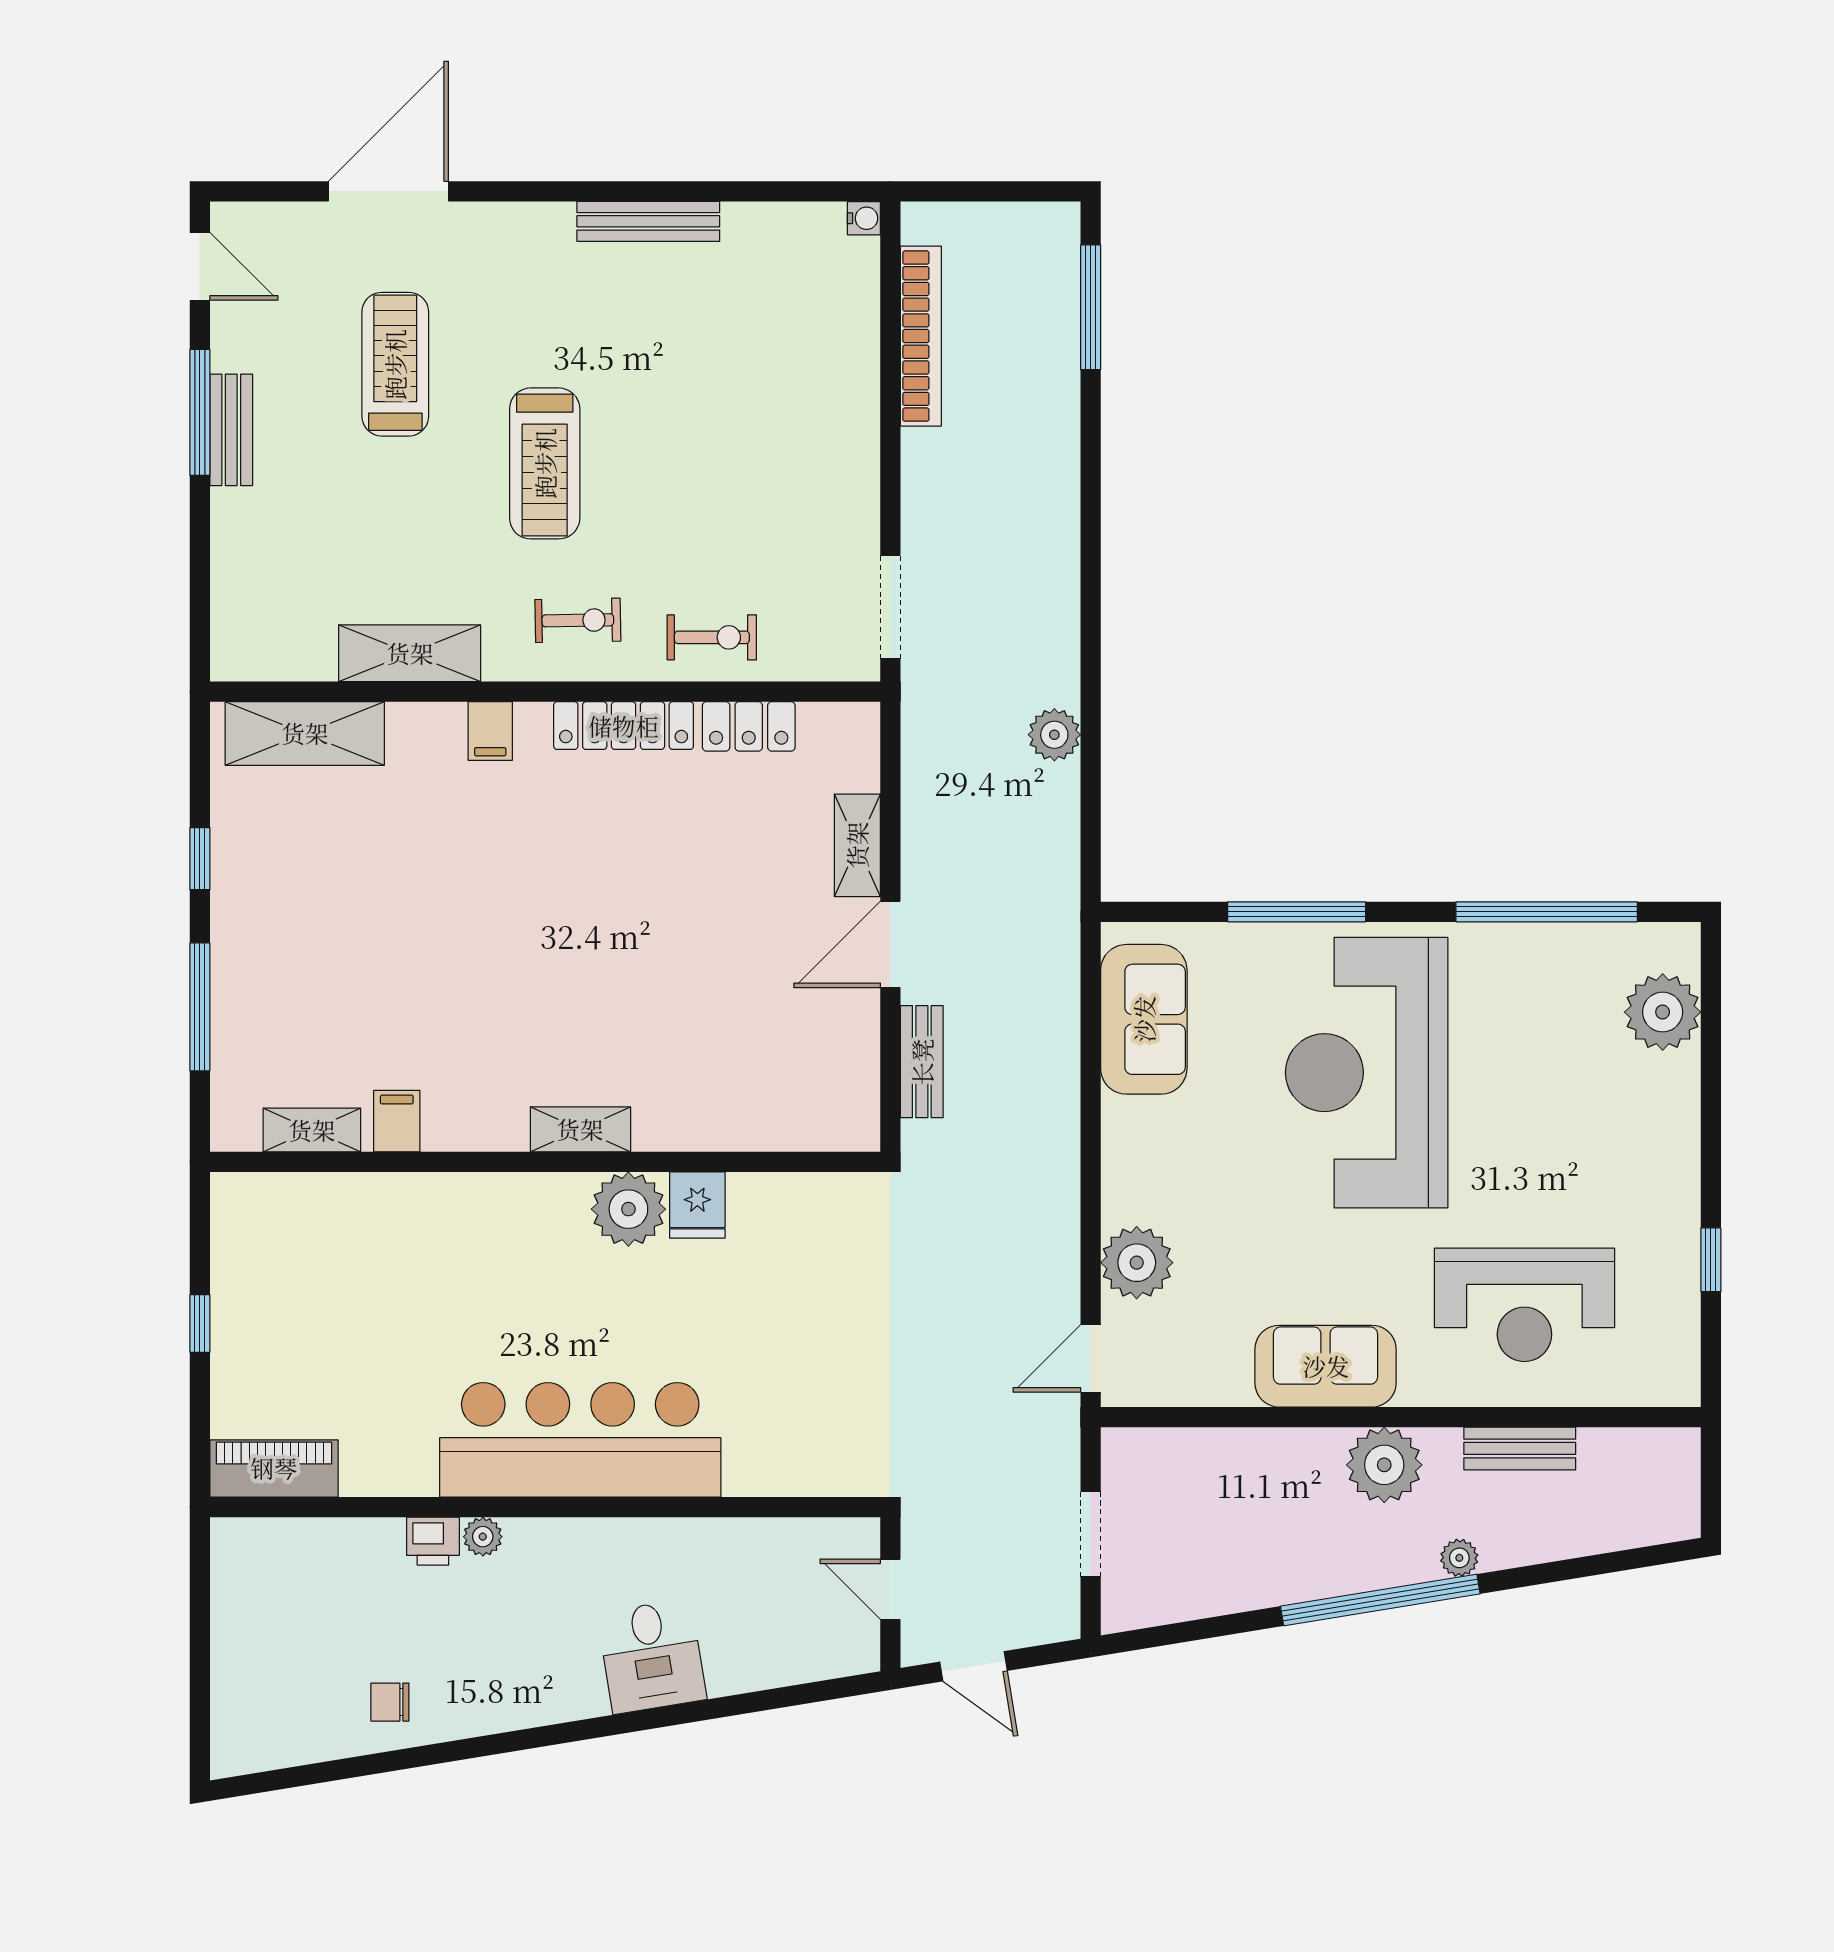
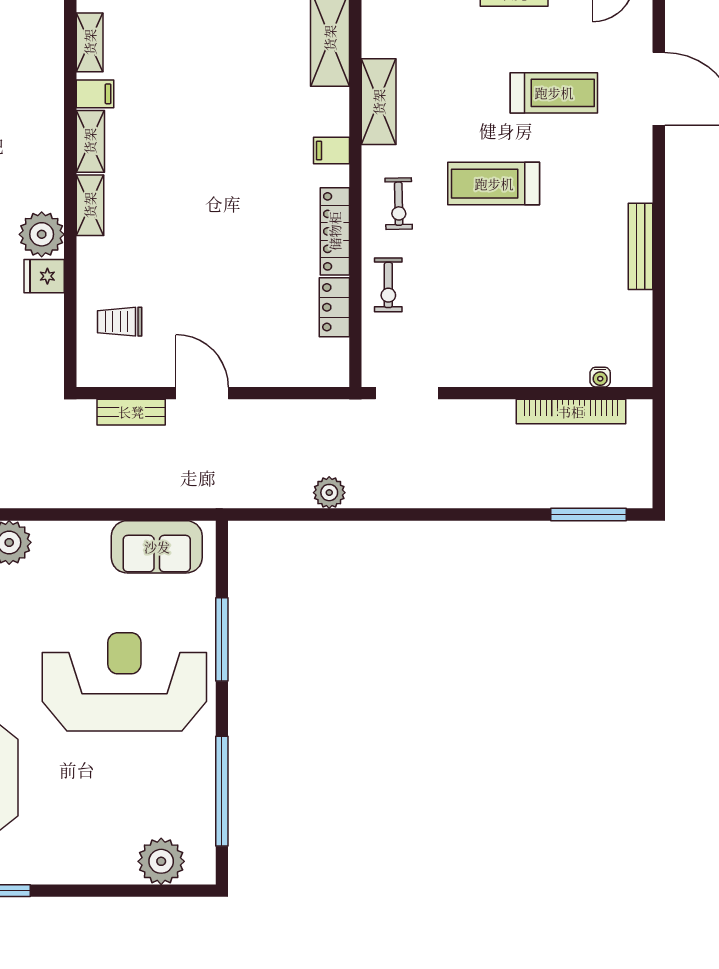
water cooler: (864, 218) -> (600, 377), moved
shelving: (857, 845) -> (90, 141), moved, turned 90
trolley: (773, 1080) -> (120, 322), added

